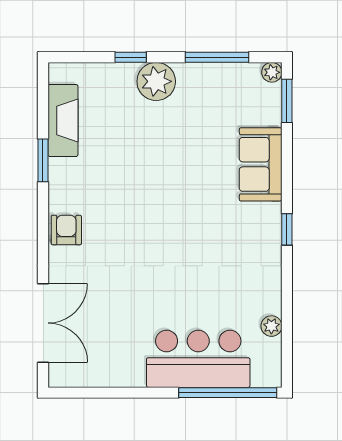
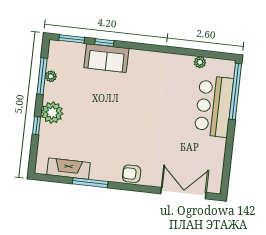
plant: (272, 72) -> (51, 76), moved
window: (43, 160) -> (90, 183), width x1.44
window: (287, 229) -> (104, 42), moved

